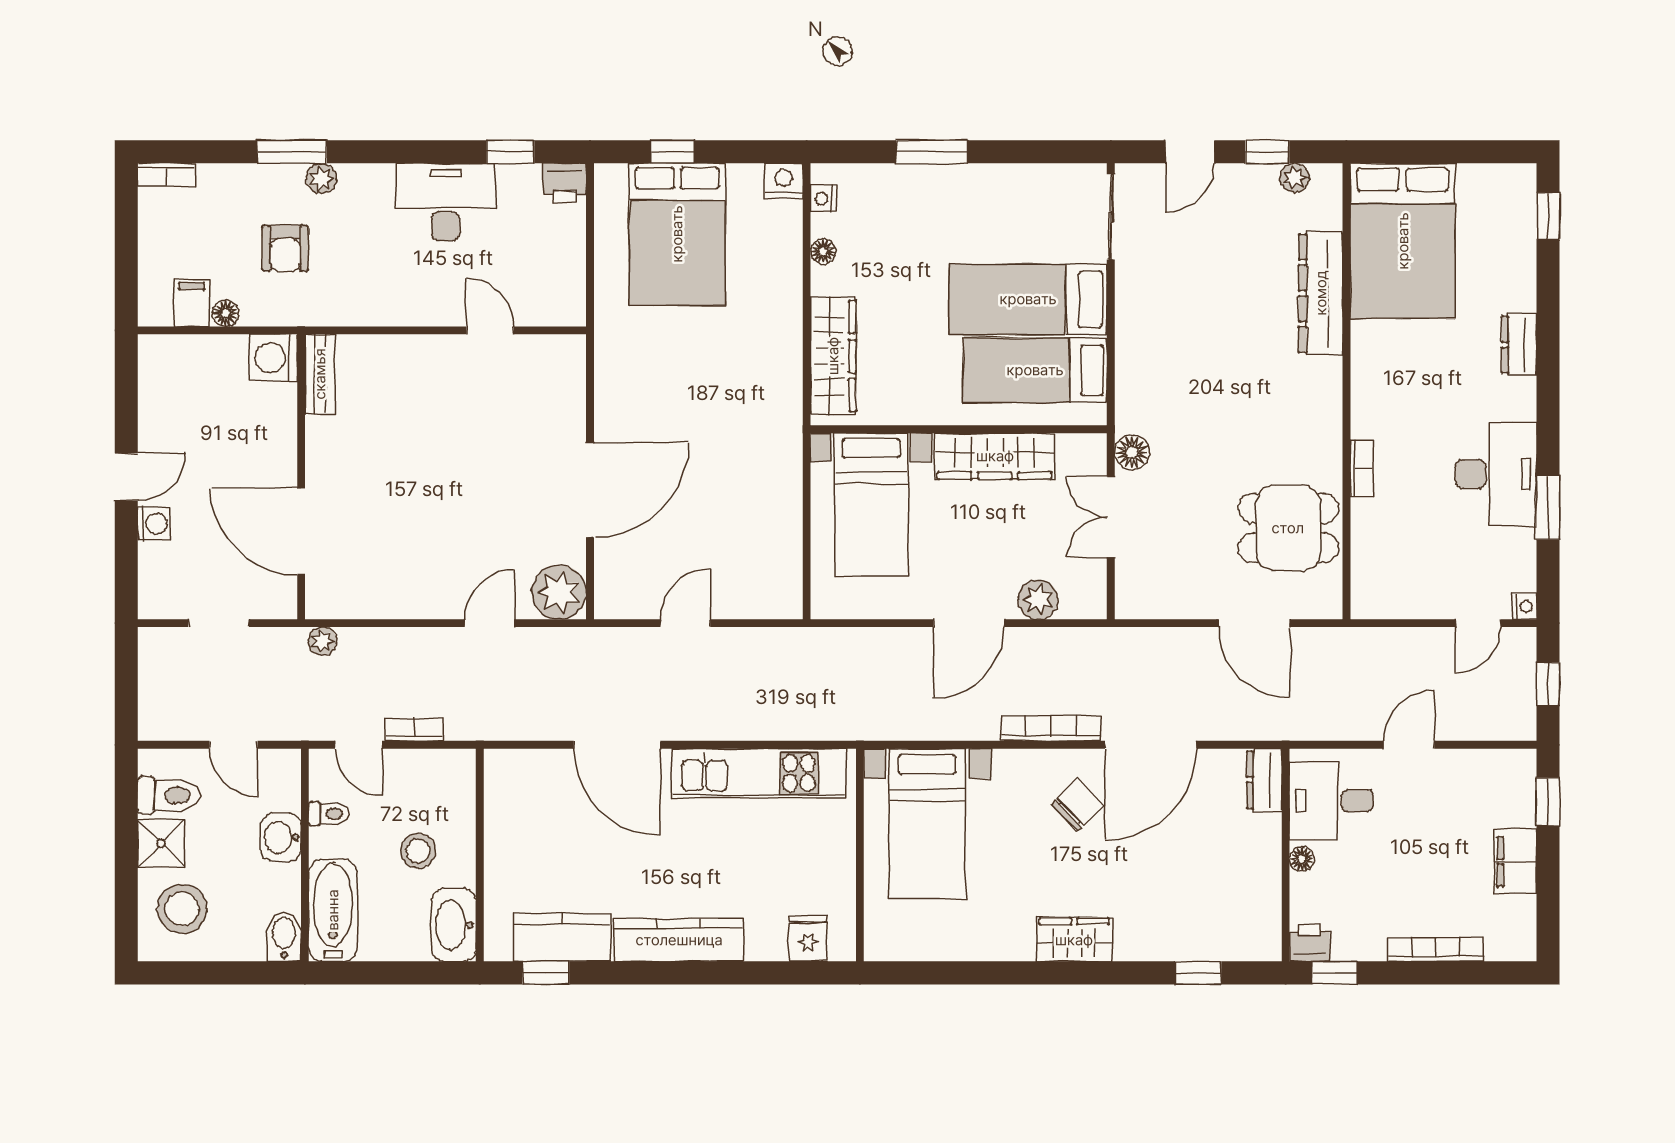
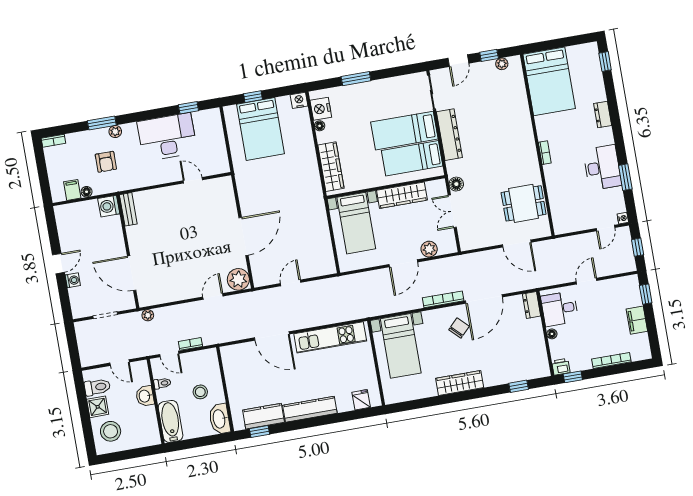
printer: (565, 183) -> (212, 116), removed
nightstand: (823, 199) -> (321, 109), width x1.89, depth x1.79
desk: (446, 202) -> (167, 137), width x1.36, depth x1.30
dresser: (1321, 293) -> (449, 135), moved, turned 180
bookcase: (1362, 468) -> (545, 153), moved
bidet: (284, 937) -> (153, 435), removed
wardrobe: (1074, 940) -> (460, 383), width x1.50

